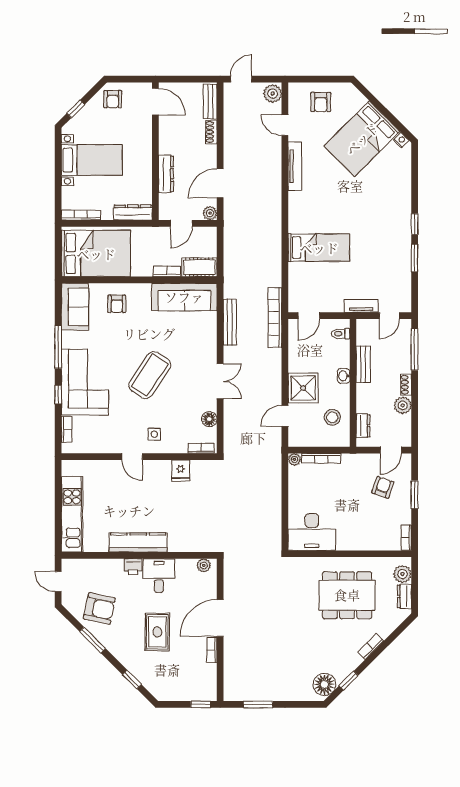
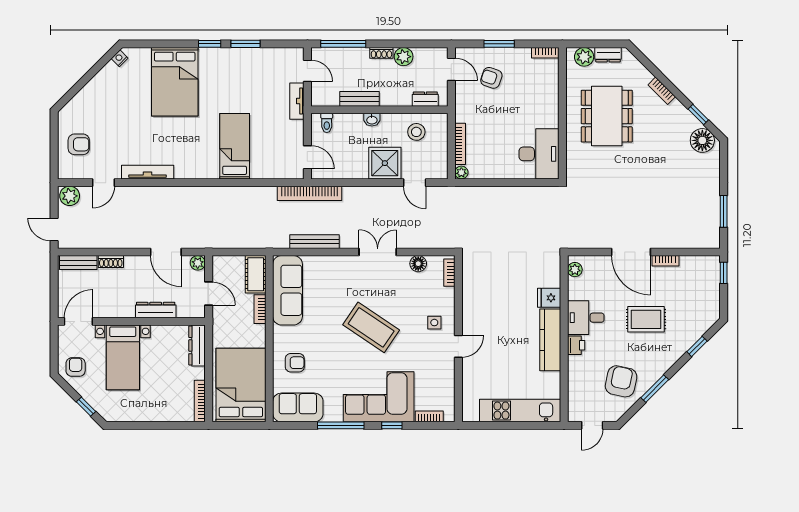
armchair: (113, 99) -> (76, 367), turned -90
bed: (362, 139) -> (175, 82), moved, turned 45
bed with nightstands: (92, 160) -> (123, 357), moved, turned 180
fridge: (181, 471) -> (549, 298), moved, turned 180

